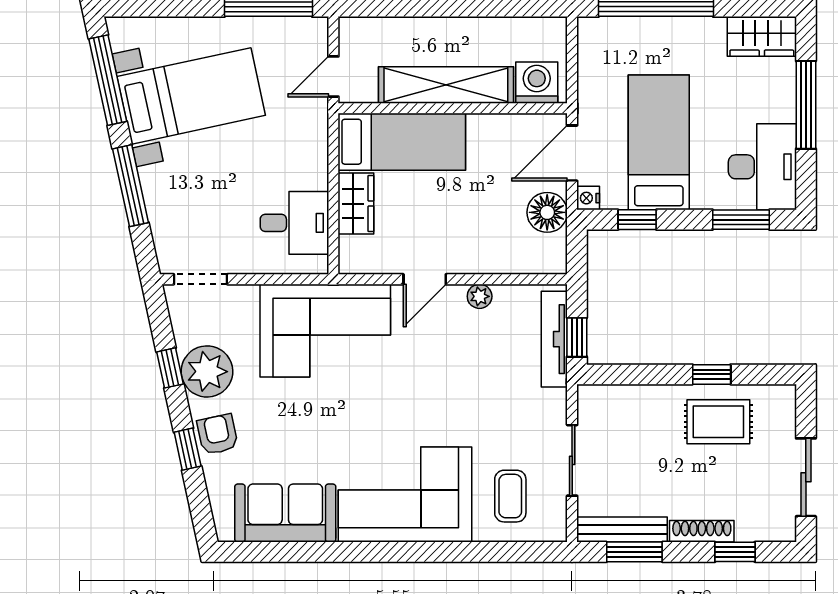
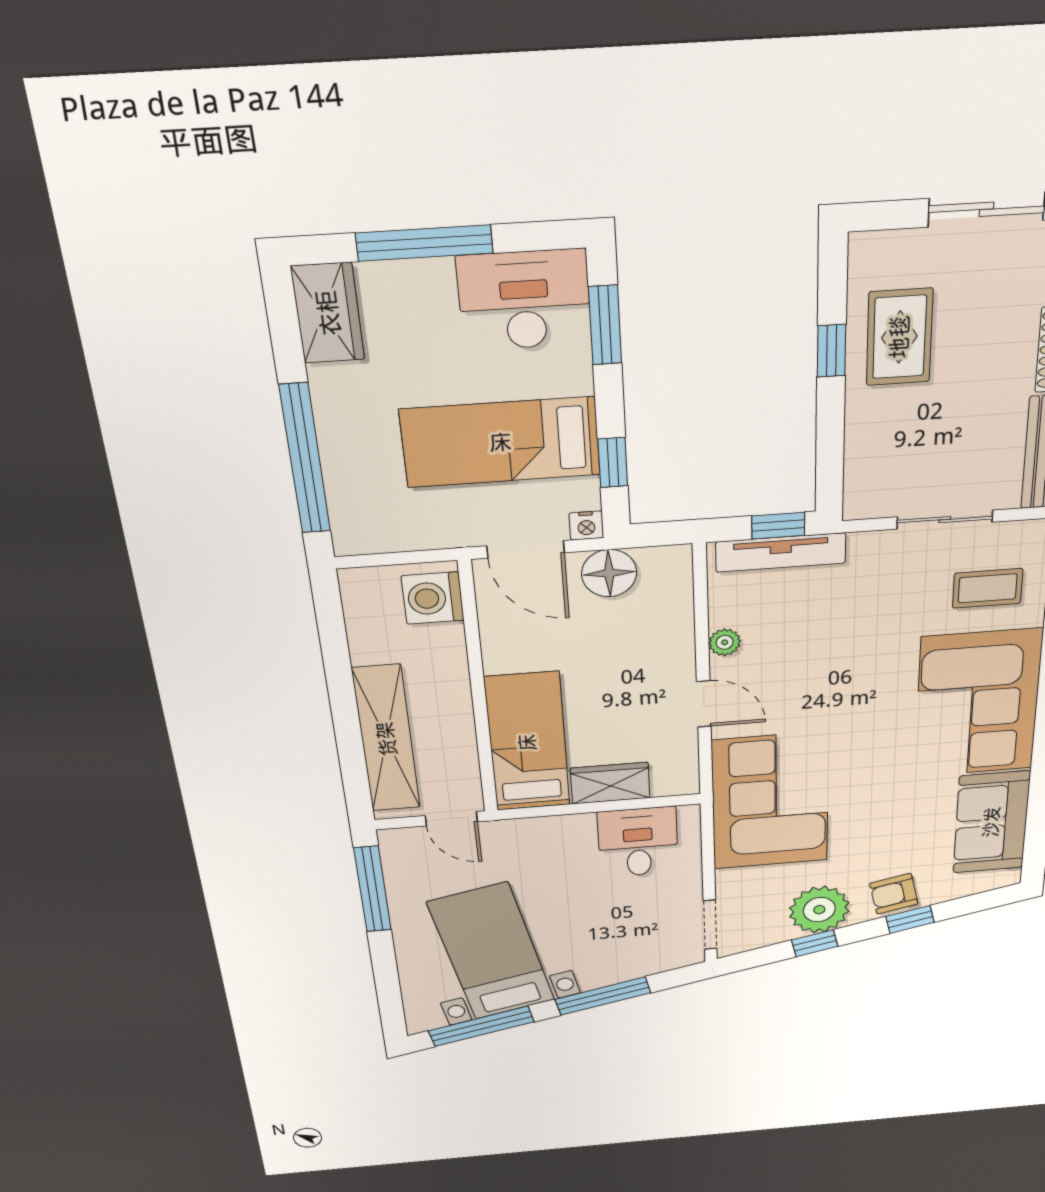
shelving: (446, 85) -> (386, 739), moved

